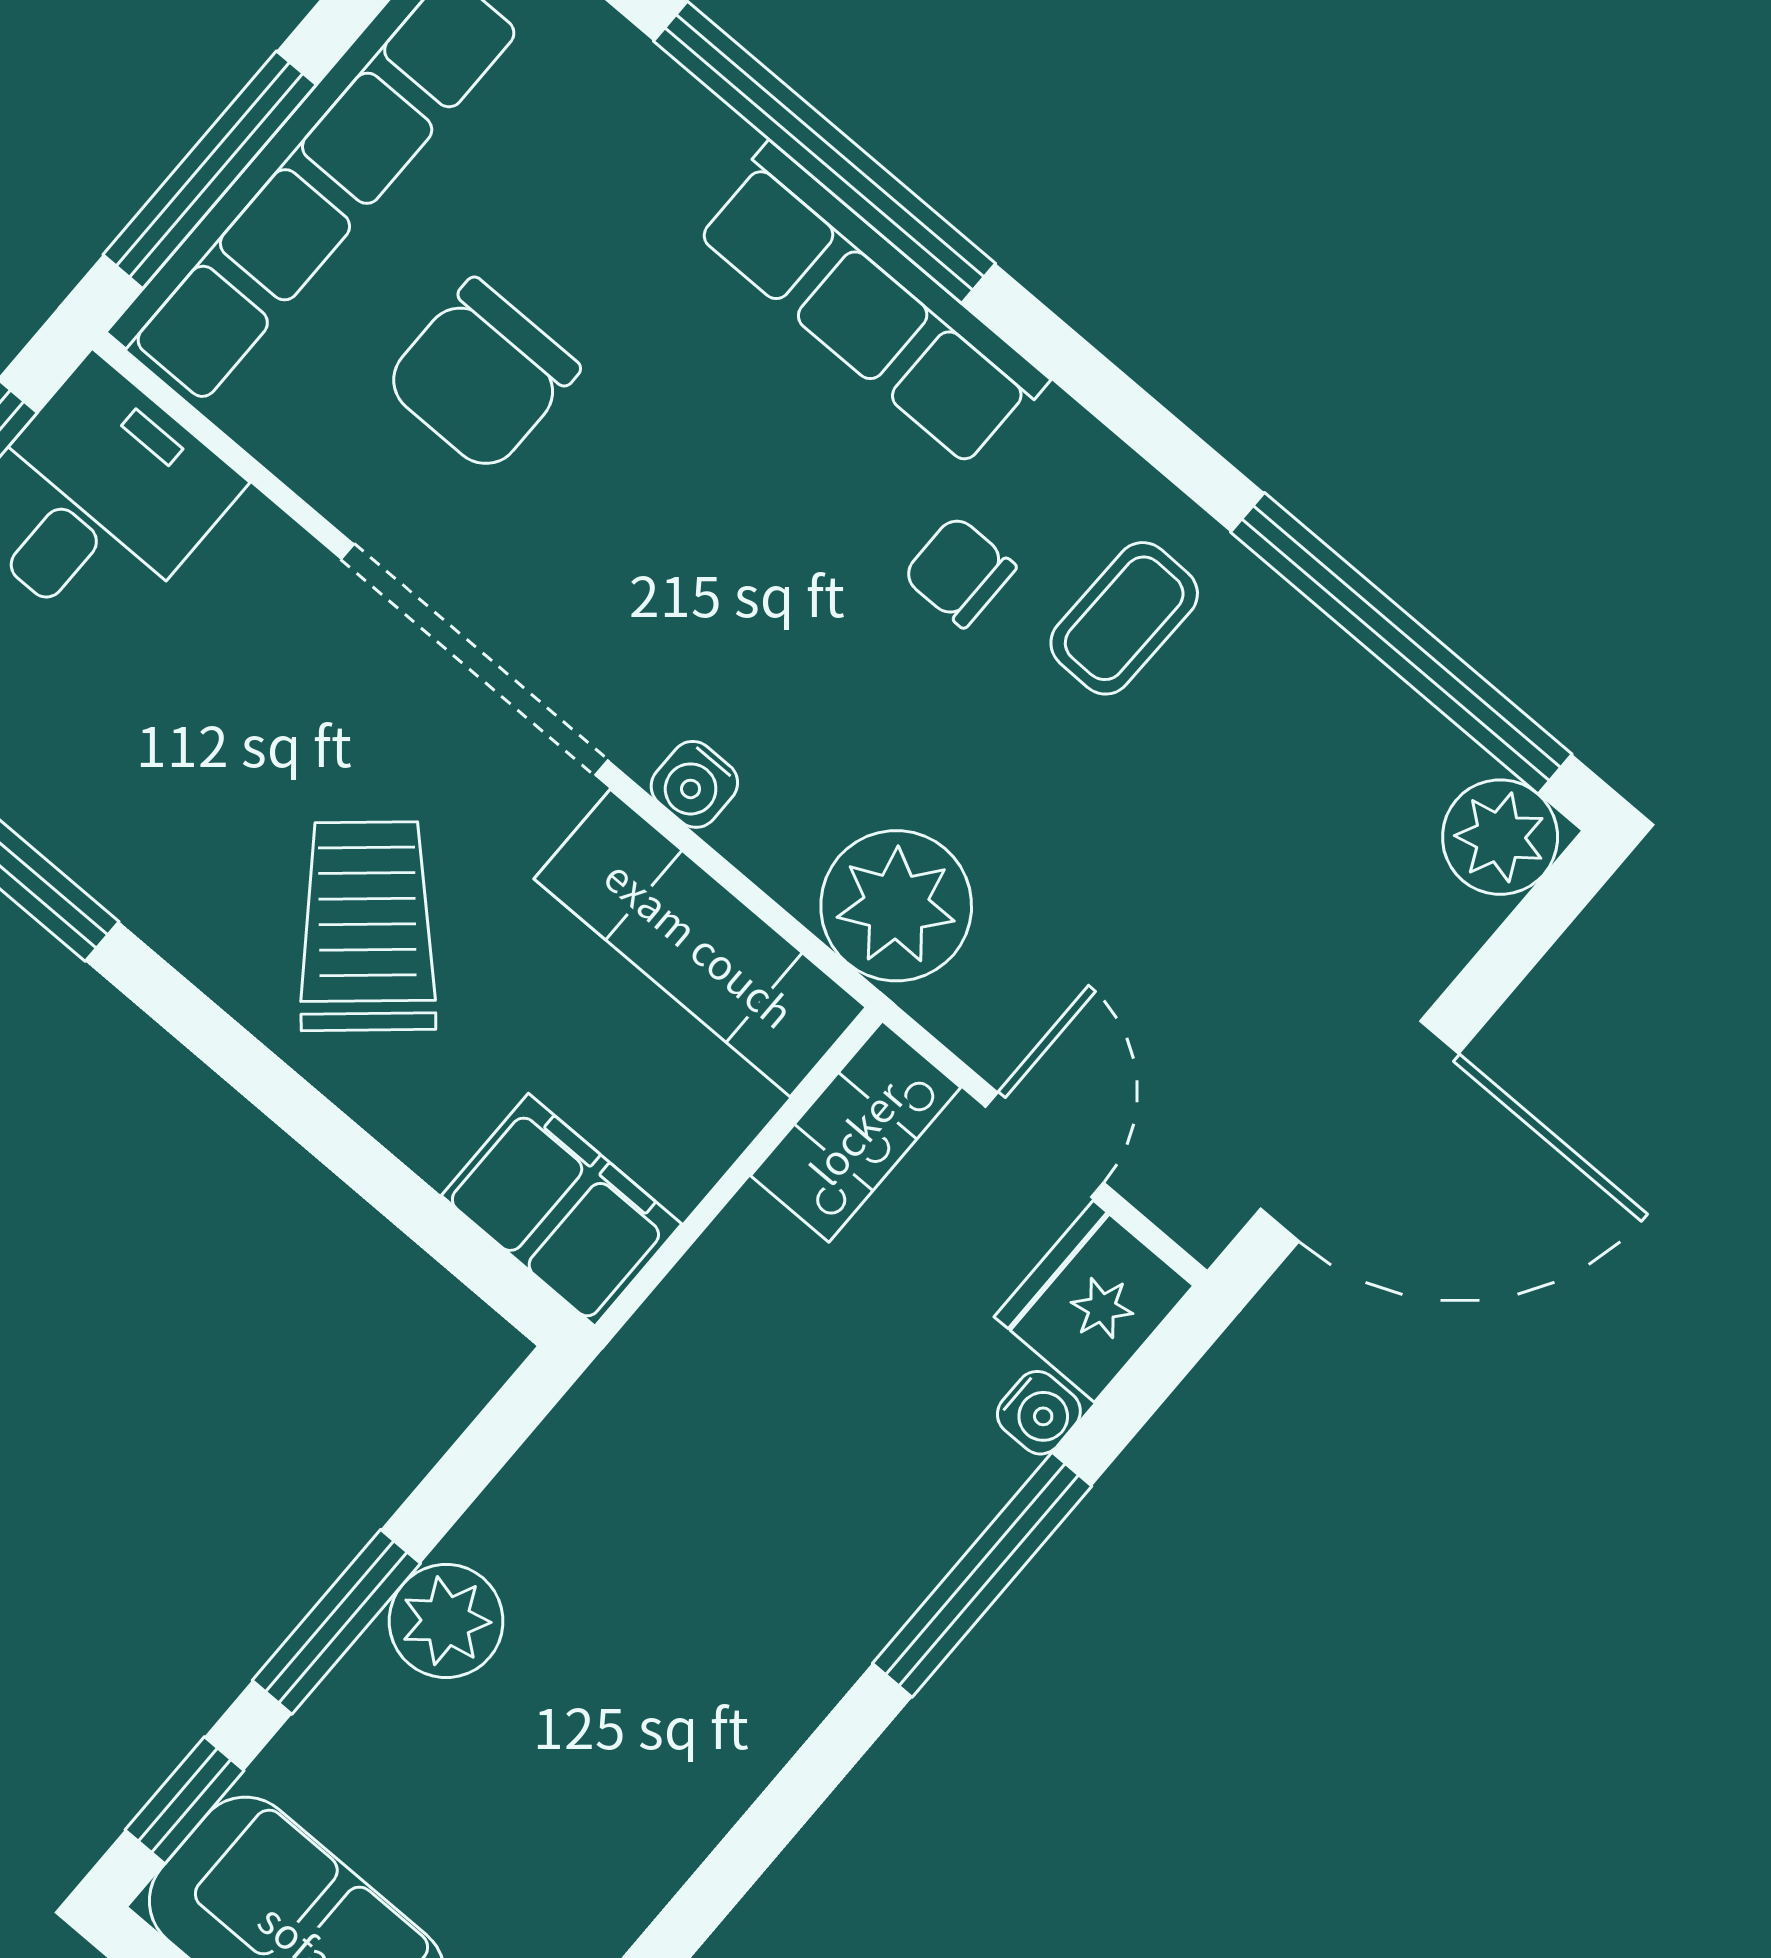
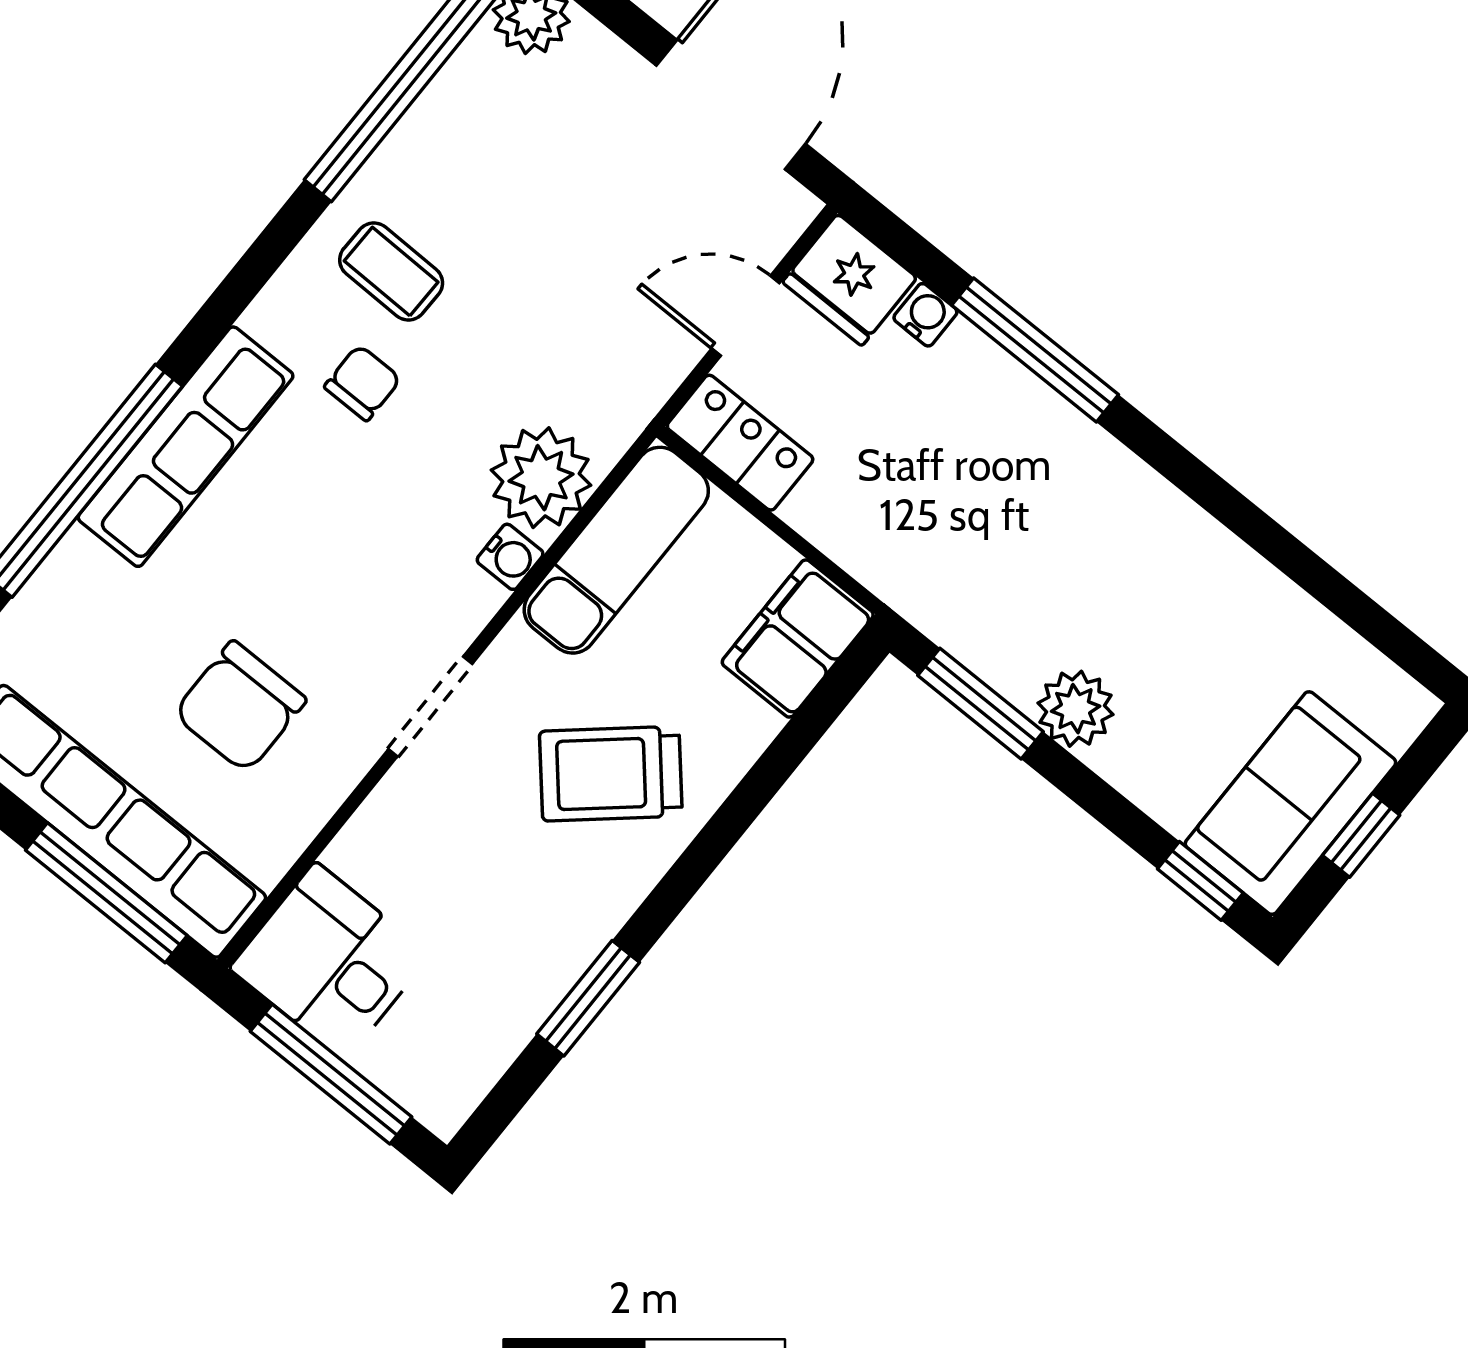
chair: (482, 376) -> (240, 707), turned 90
chair: (959, 571) -> (363, 383), turned 180
doorway: (475, 660) -> (430, 707), width x0.53
plant: (896, 906) -> (541, 478), moved
window: (336, 1622) -> (980, 704), moved

